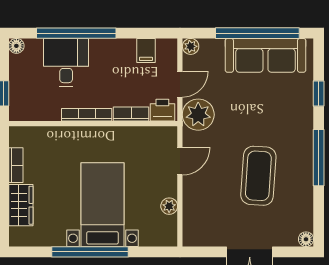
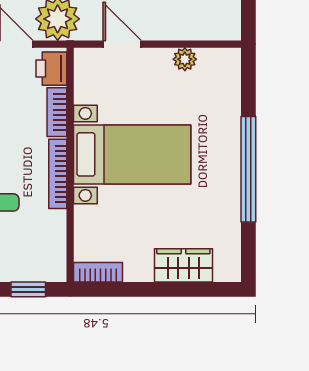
bookcase: (16, 165) -> (98, 272), moved
bed with nightstands: (102, 205) -> (132, 154), moved, turned 180

